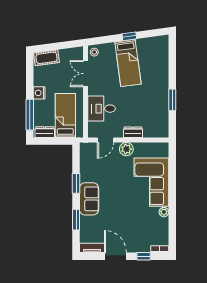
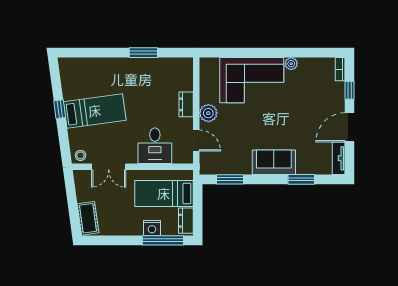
nightstand: (39, 93) -> (152, 228), moved
window: (76, 183) -> (230, 179), moved

